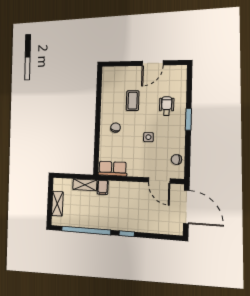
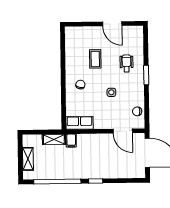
door: (153, 63) -> (112, 24), hinge flipped

